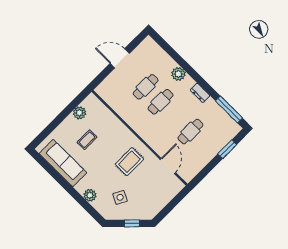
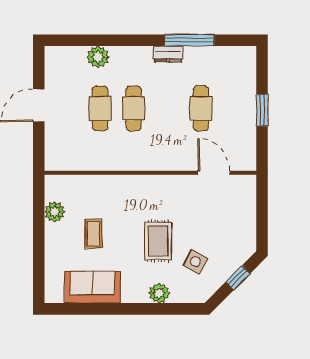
plant: (178, 74) -> (98, 57), moved
window: (229, 109) -> (189, 40), moved
window: (227, 149) -> (262, 110), moved
rug: (129, 162) -> (158, 241), moved
sofa: (63, 163) -> (92, 287), width x0.73

